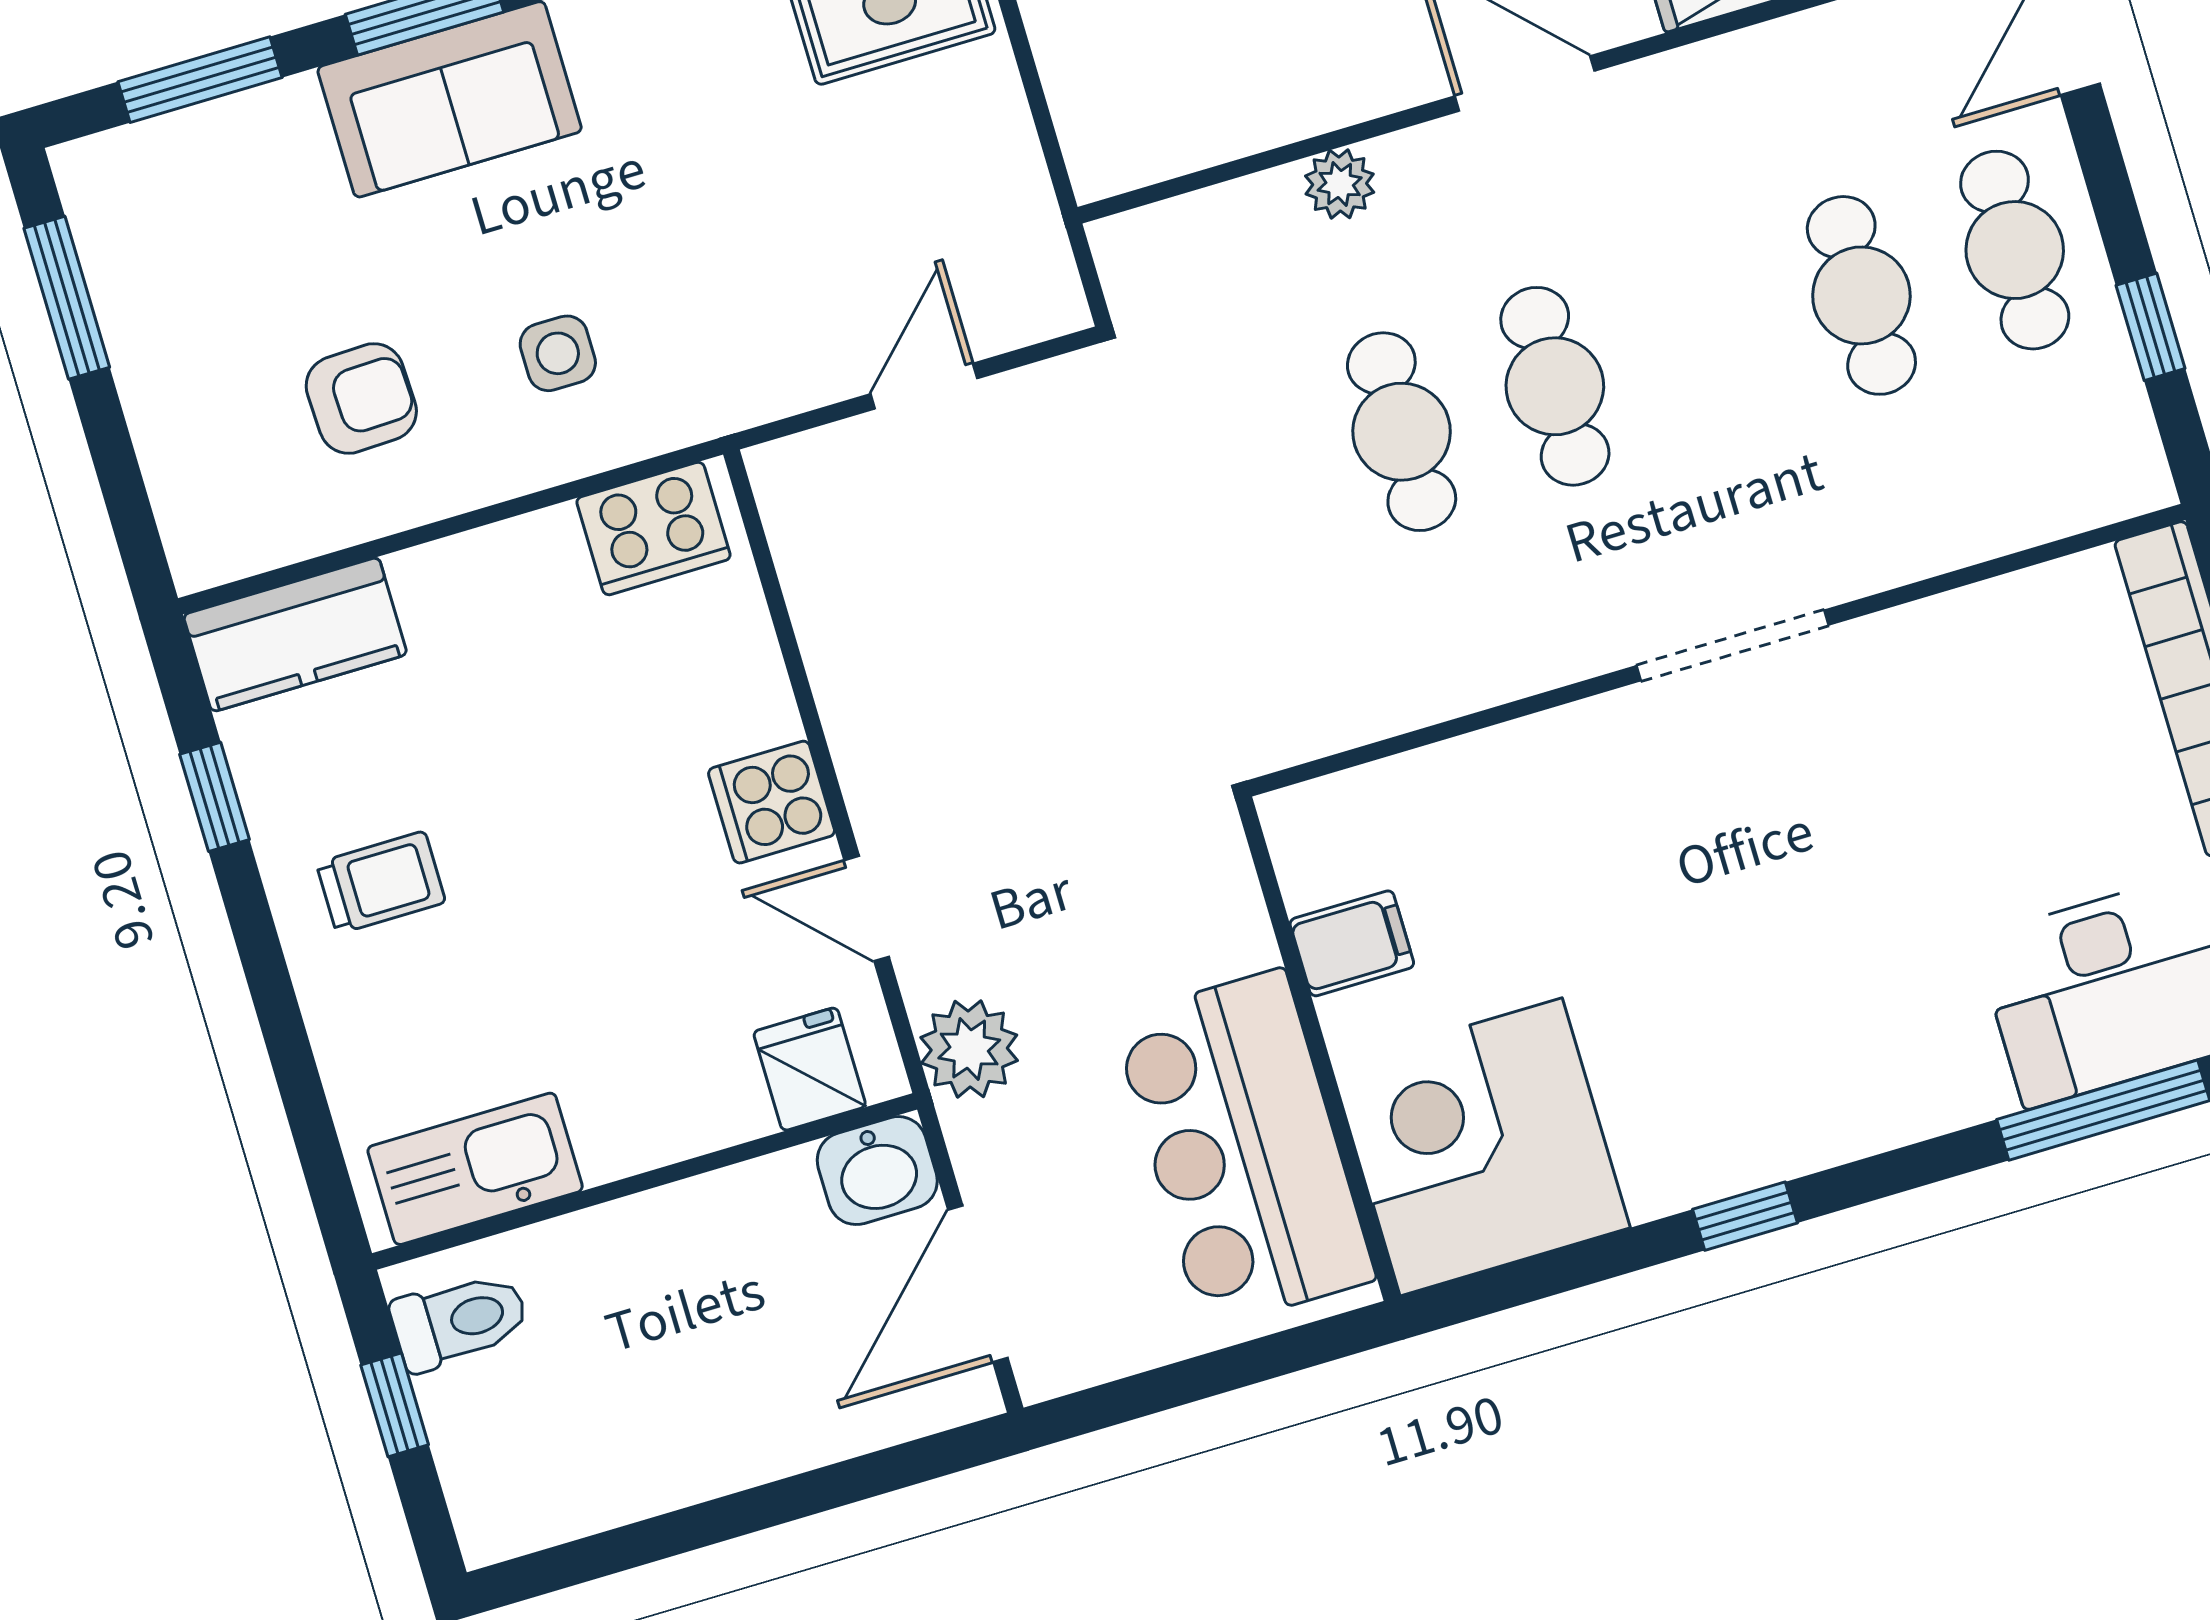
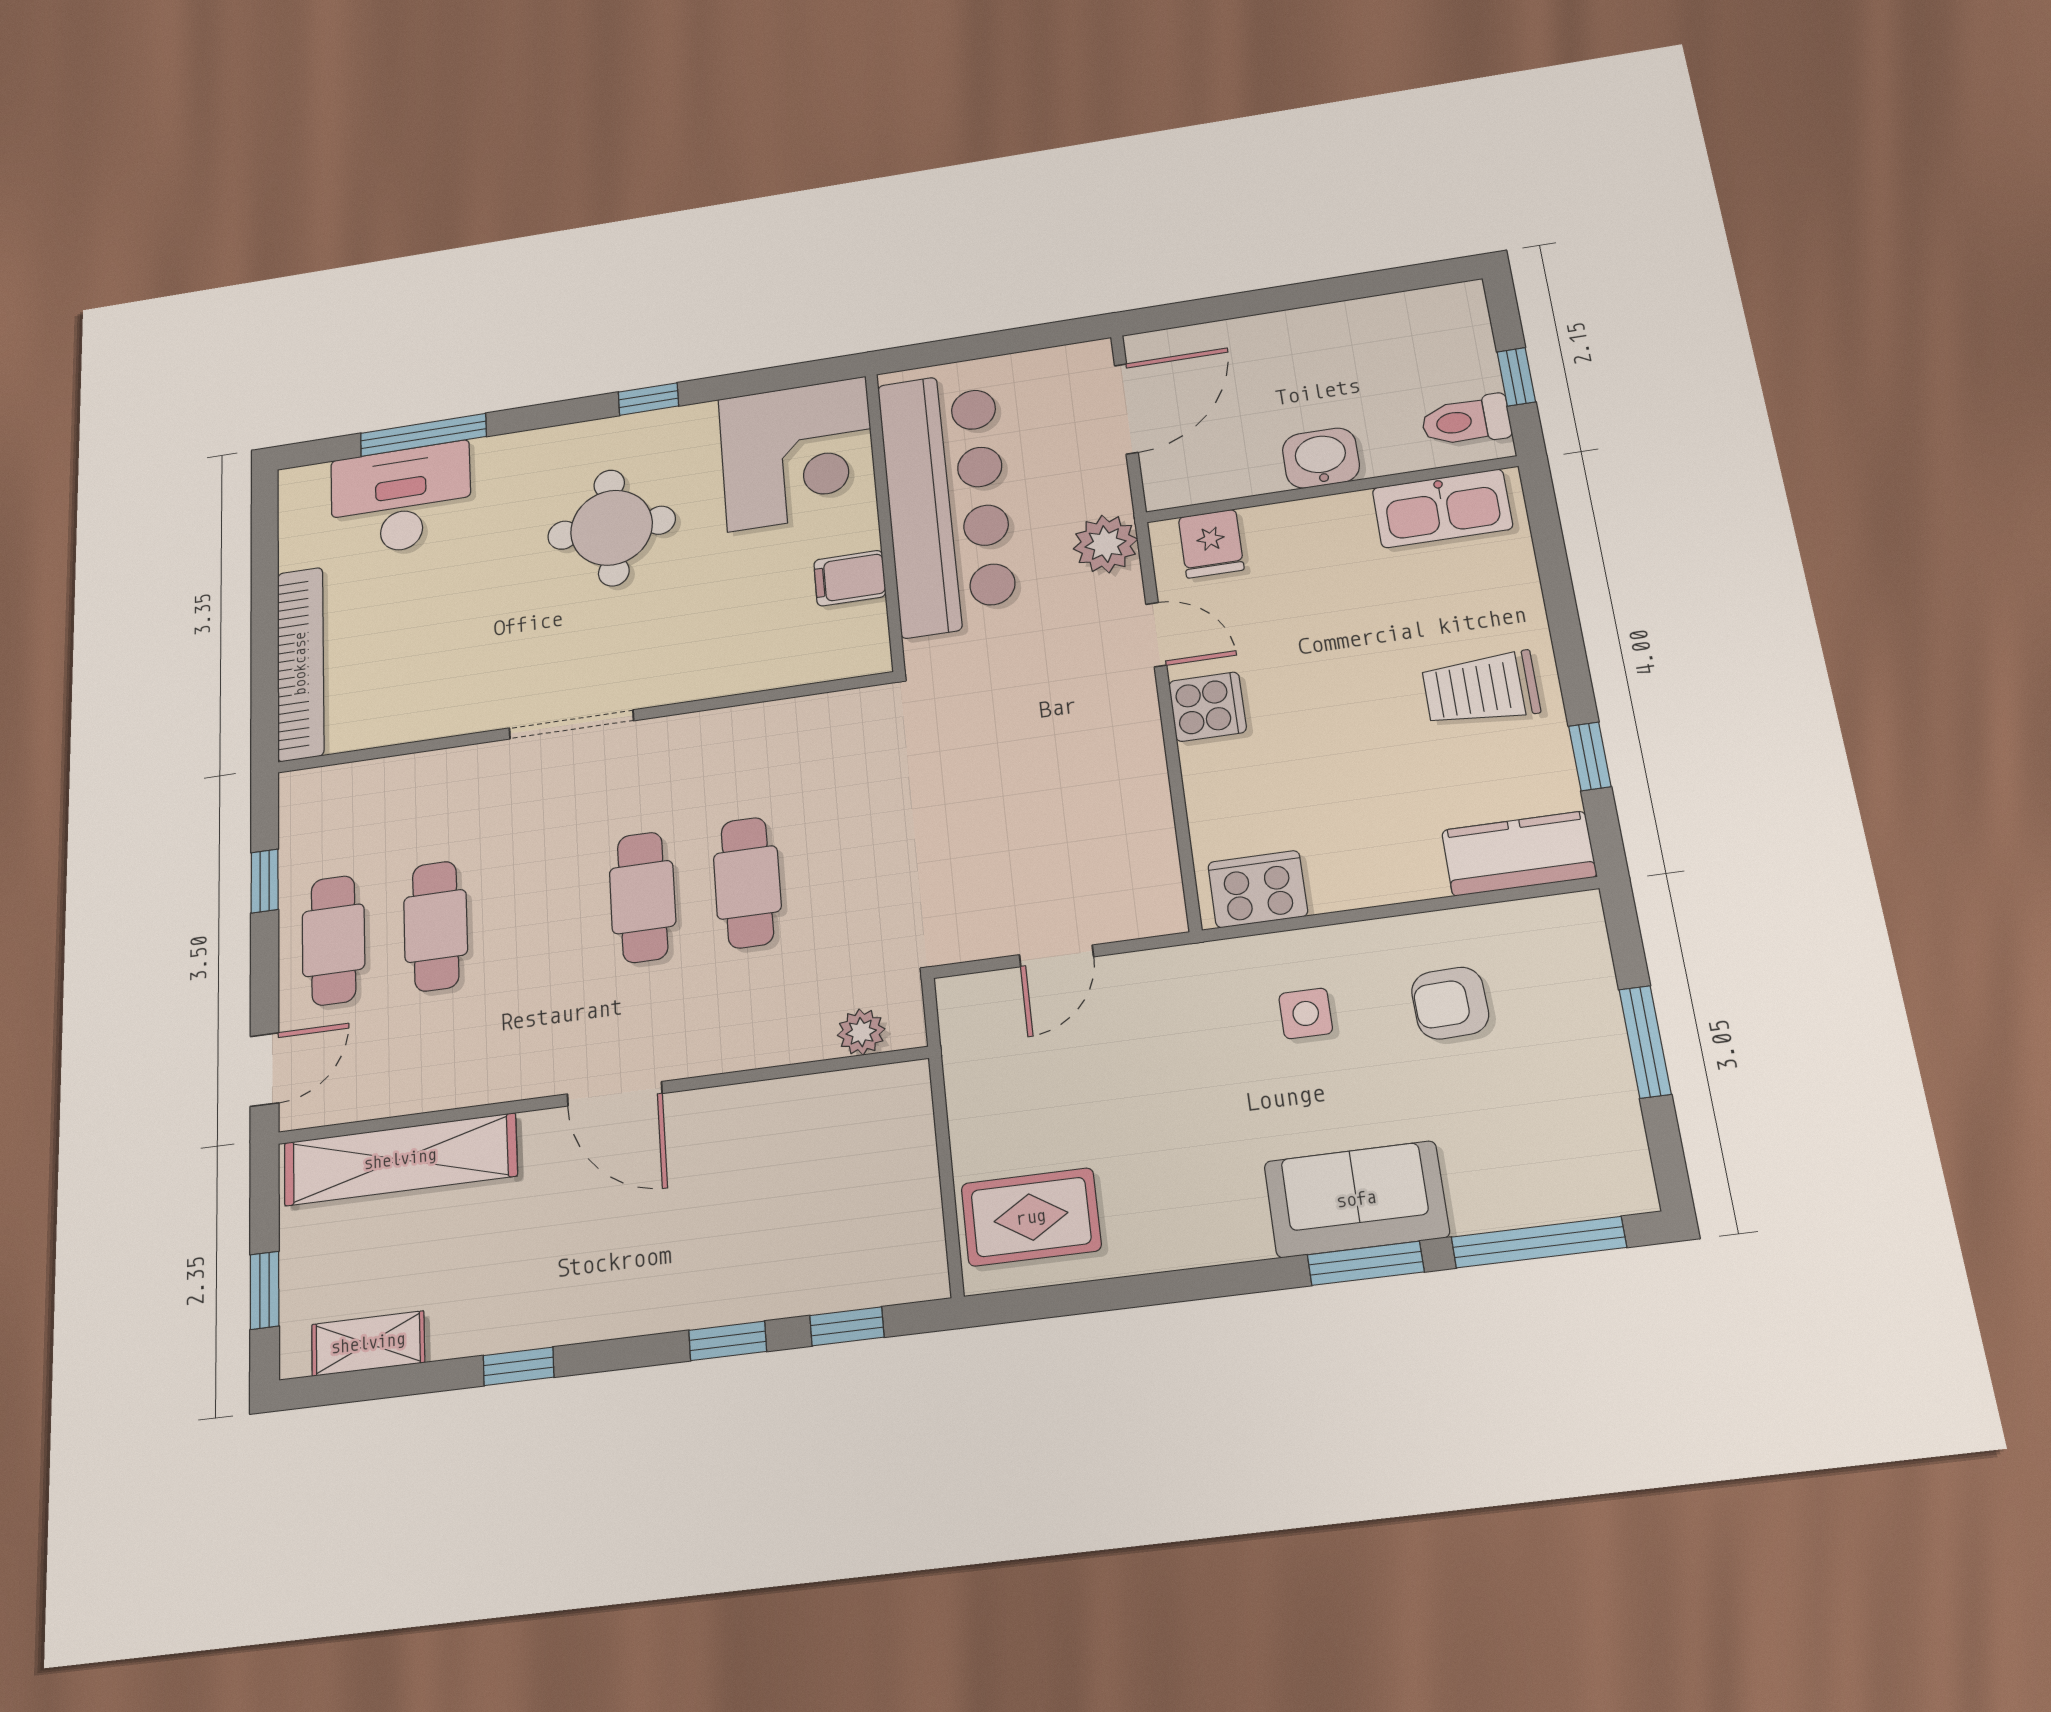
window: (200, 80) -> (1539, 1242), width x1.44
plant: (1340, 184) -> (861, 1032), moved
window: (67, 298) -> (1645, 1042), moved
trolley: (381, 883) -> (1481, 689), width x1.36, depth x1.39
round table: (1750, 983) -> (612, 528), added
bar counter: (1244, 1149) -> (947, 502), width x1.36
washbasin: (877, 1171) -> (1321, 458), moved

